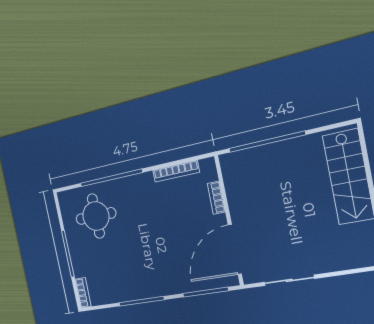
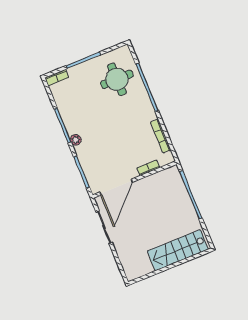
door: (235, 249) -> (116, 187), swing flipped
plant: (162, 289) -> (76, 140), added

